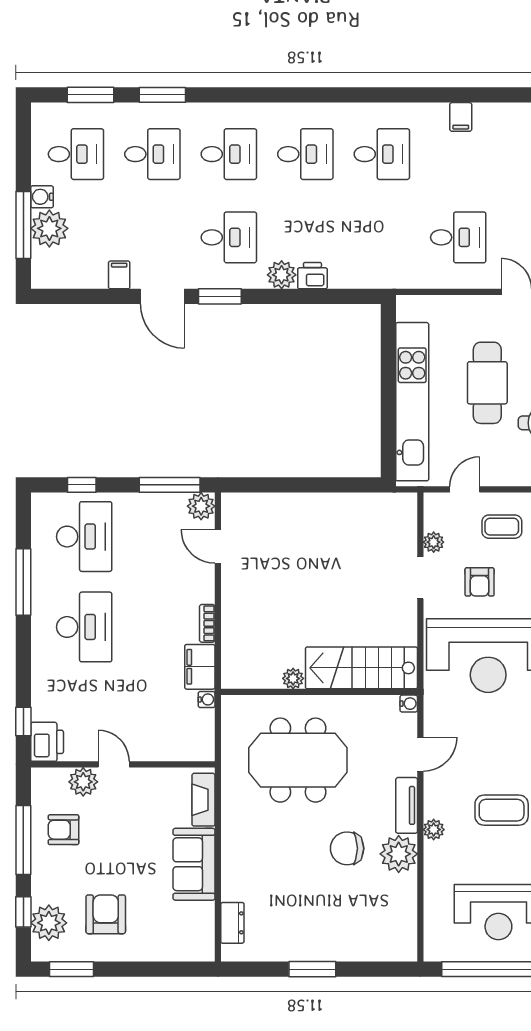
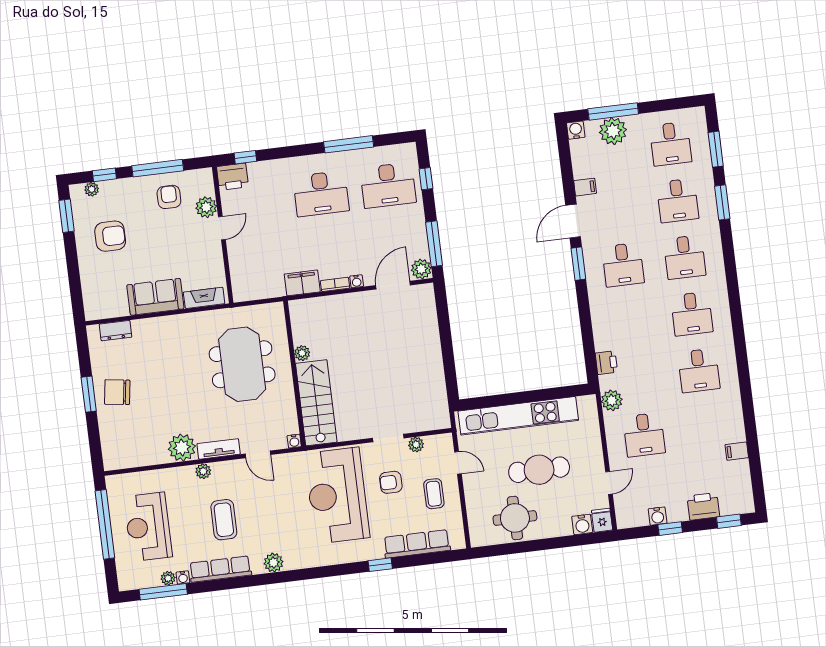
filing cabinet: (461, 117) -> (737, 451), moved
water cooler: (42, 197) -> (576, 130), moved
plant: (282, 275) -> (612, 400), moved
printer: (312, 276) -> (606, 363), moved
door: (218, 546) -> (393, 285), width x1.38
water cooler: (207, 699) -> (357, 281), moved
chair: (347, 848) -> (117, 392), moved, turned -82
plant: (49, 923) -> (92, 189), width x0.53, depth x0.53

